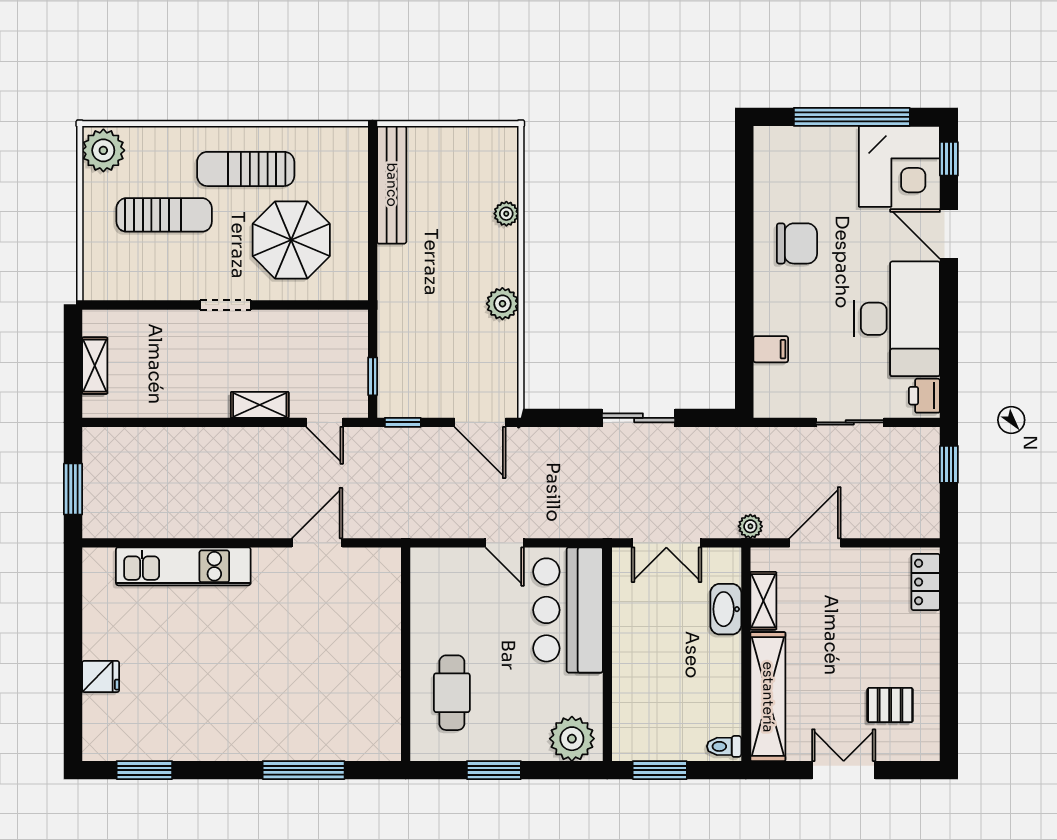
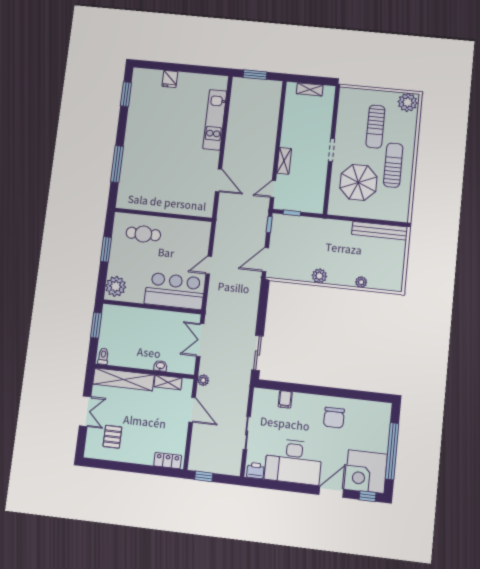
sliding door: (639, 418) -> (257, 353), moved
window: (949, 464) -> (204, 476), moved
washbasin: (726, 609) -> (160, 366), width x0.52, depth x0.69

